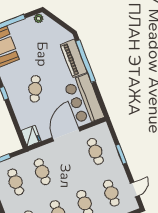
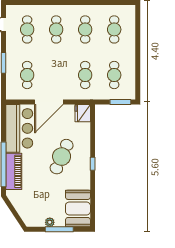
plant: (39, 18) -> (50, 222), moved
cafe table: (35, 89) -> (62, 157), width x1.37, depth x1.35

